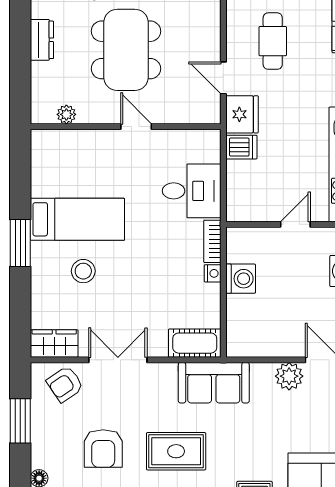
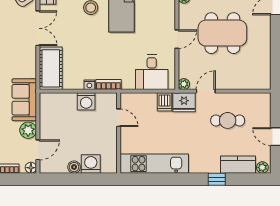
plant: (212, 115) -> (184, 84), added
desk: (192, 191) -> (152, 72), moved
door: (295, 224) -> (119, 118), moved
cot: (195, 343) -> (51, 68), width x1.37, depth x1.34
sofa: (214, 383) -> (24, 100), moved

